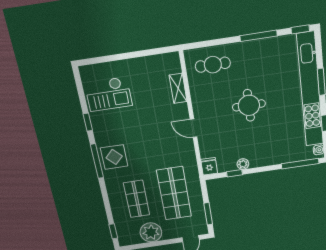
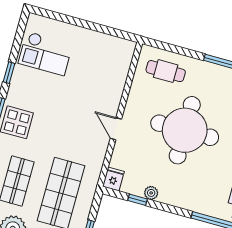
shelving: (178, 88) -> (119, 79), removed
round table: (249, 105) -> (185, 130), width x1.86, depth x1.86

